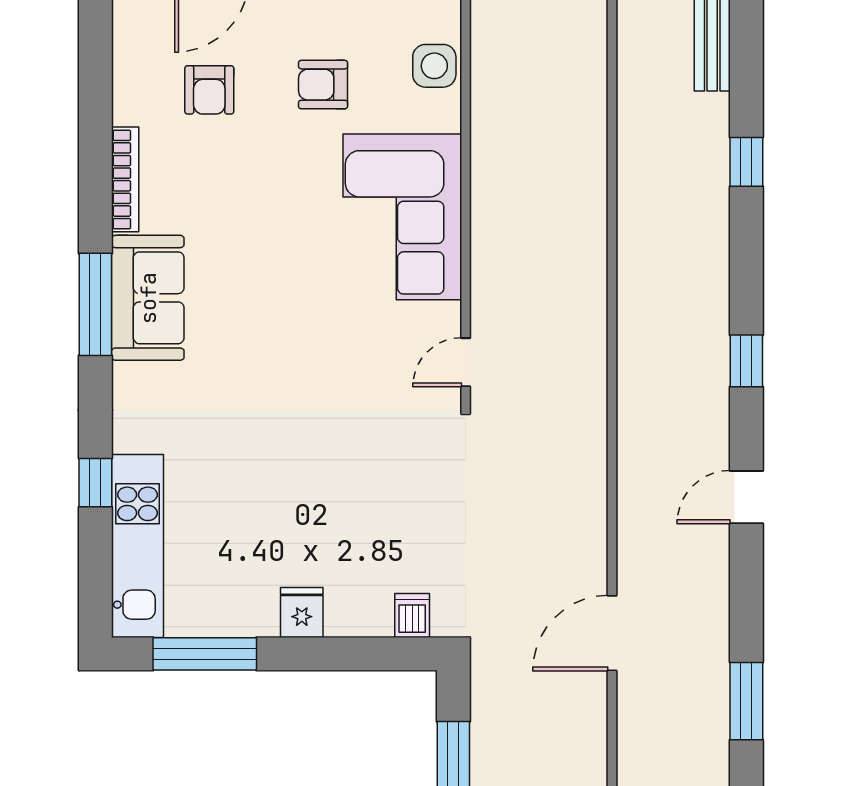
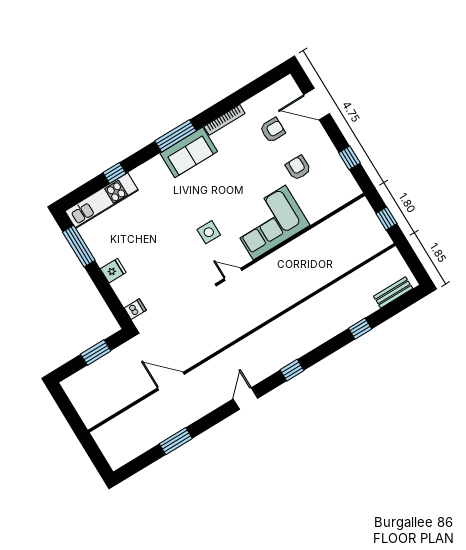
side table: (434, 66) -> (209, 232), moved
armchair: (209, 90) -> (273, 130), turned 180
door: (746, 497) -> (245, 399), hinge flipped

